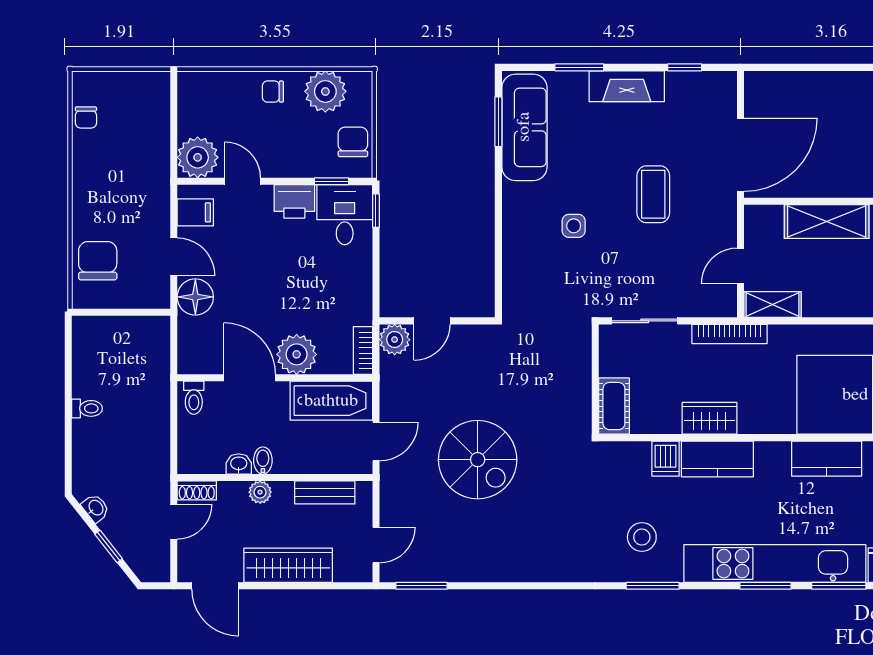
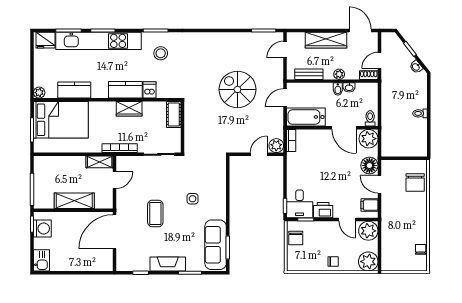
plant: (325, 91) -> (368, 262), moved
plant: (297, 354) -> (369, 139), moved

